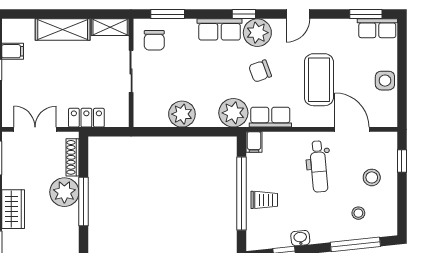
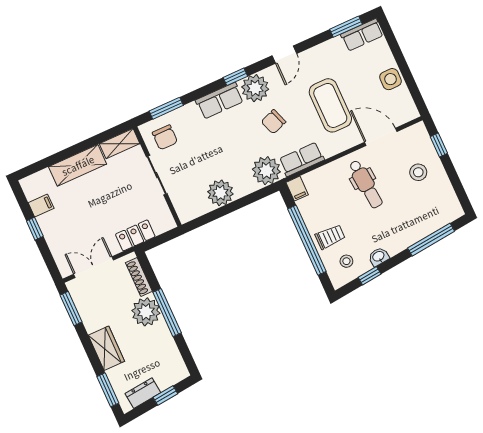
stool: (358, 213) -> (346, 261), moved

